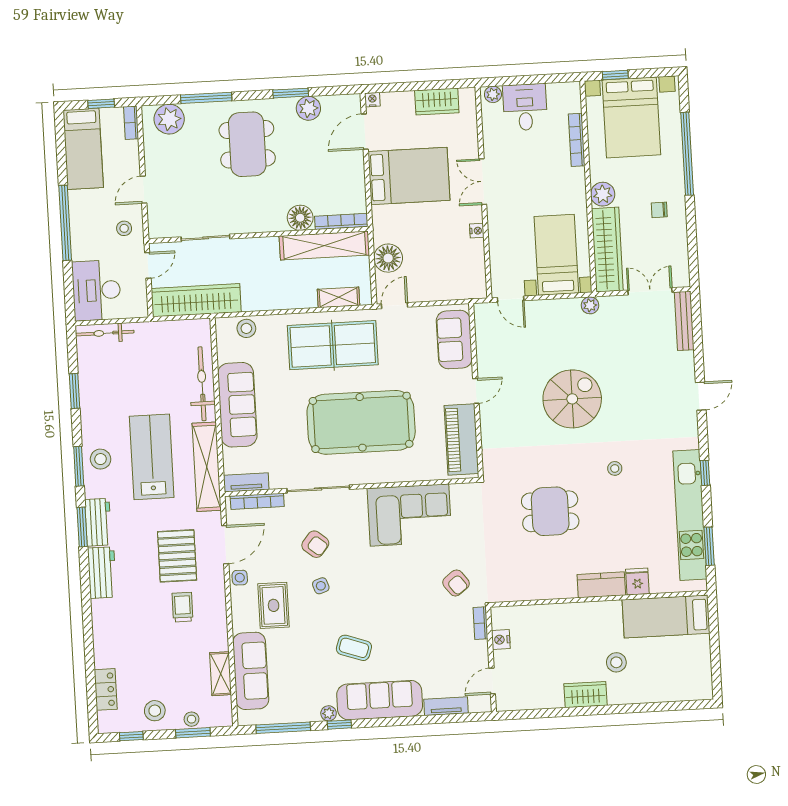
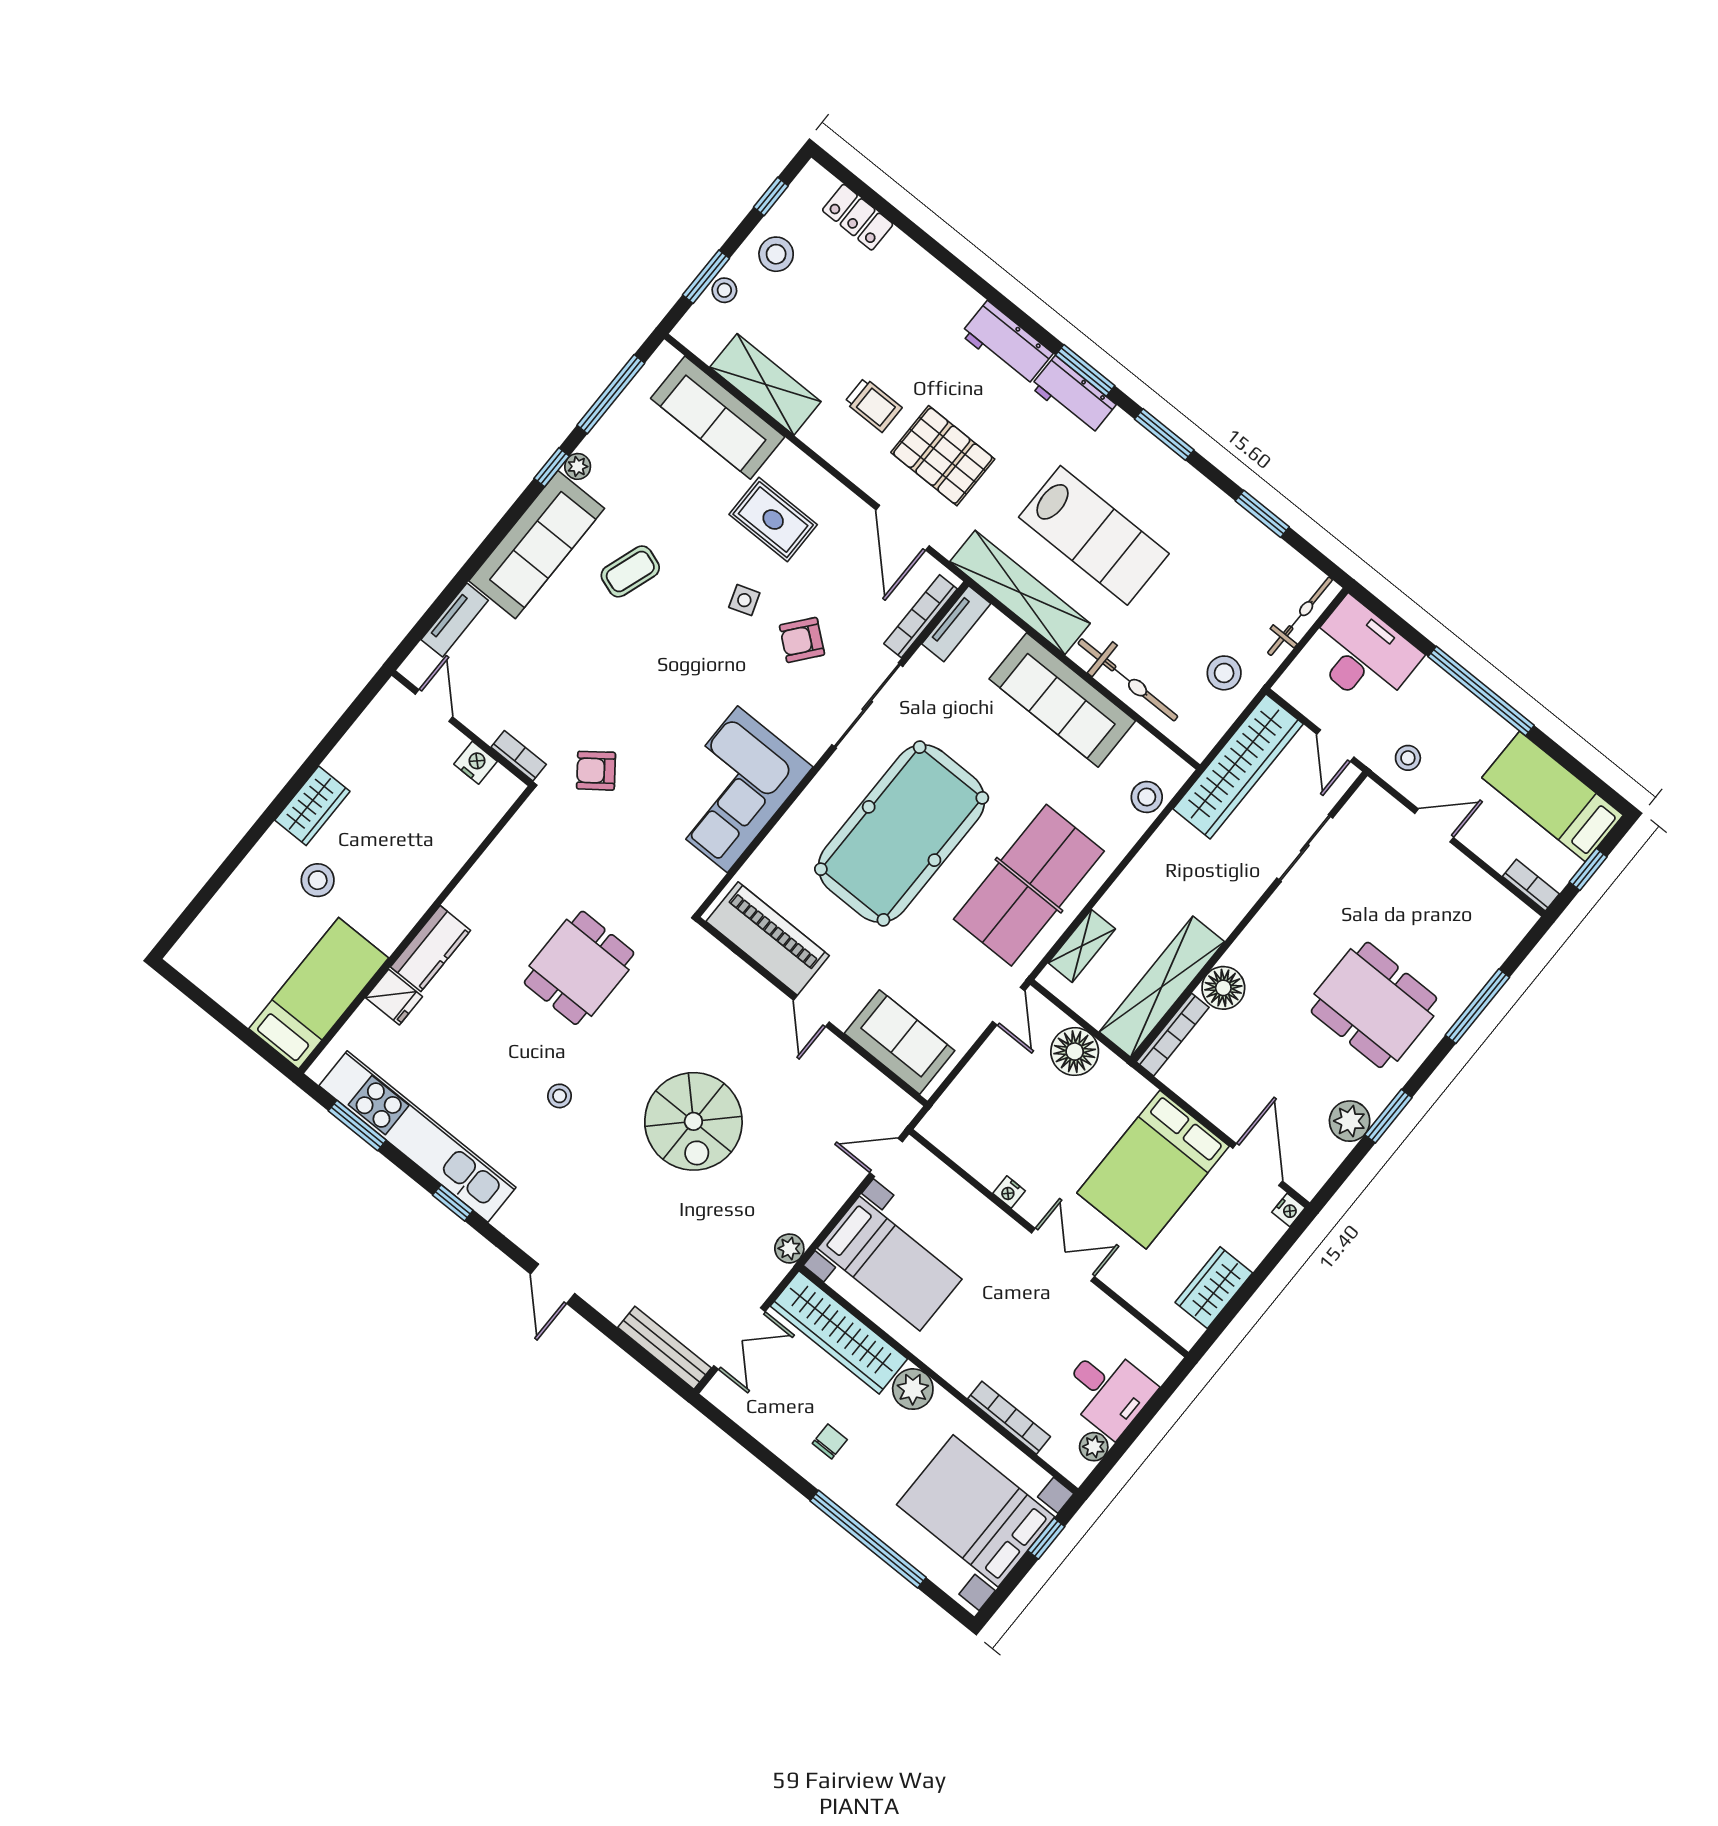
plant: (493, 94) -> (1094, 1447), moved
plant: (169, 119) -> (1493, 936), removed
door: (144, 190) -> (1434, 825), hinge flipped
stool: (101, 459) -> (1224, 673), moved
side table: (240, 578) -> (845, 509), removed
shelving: (221, 674) -> (765, 384), width x1.50, depth x1.33

